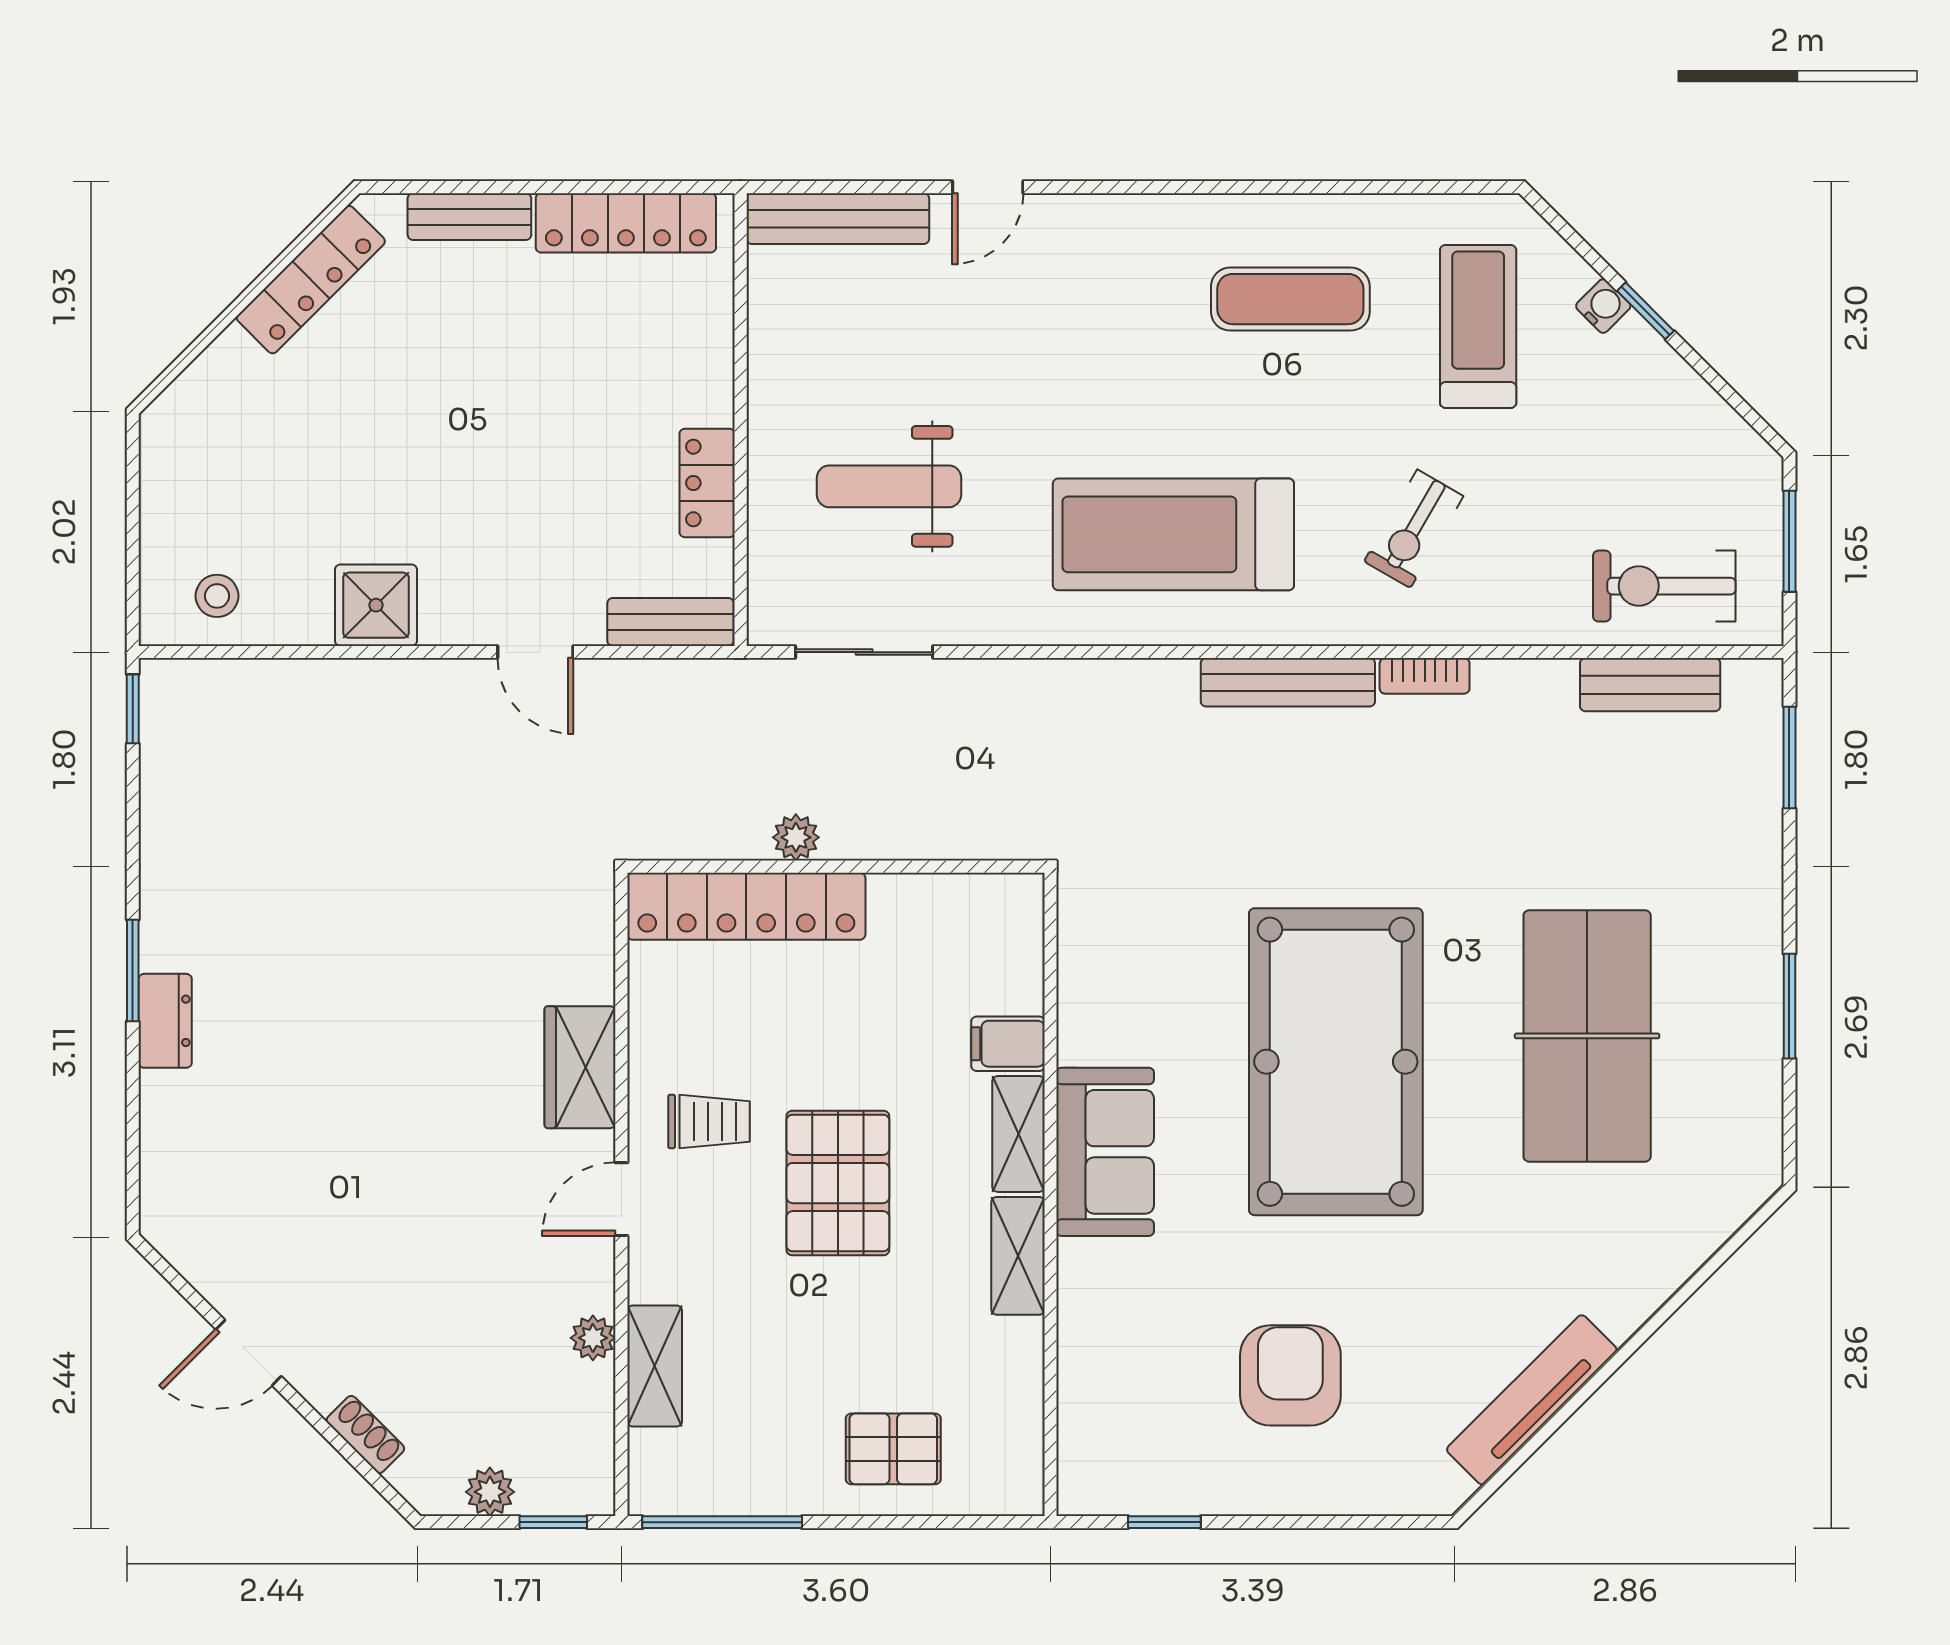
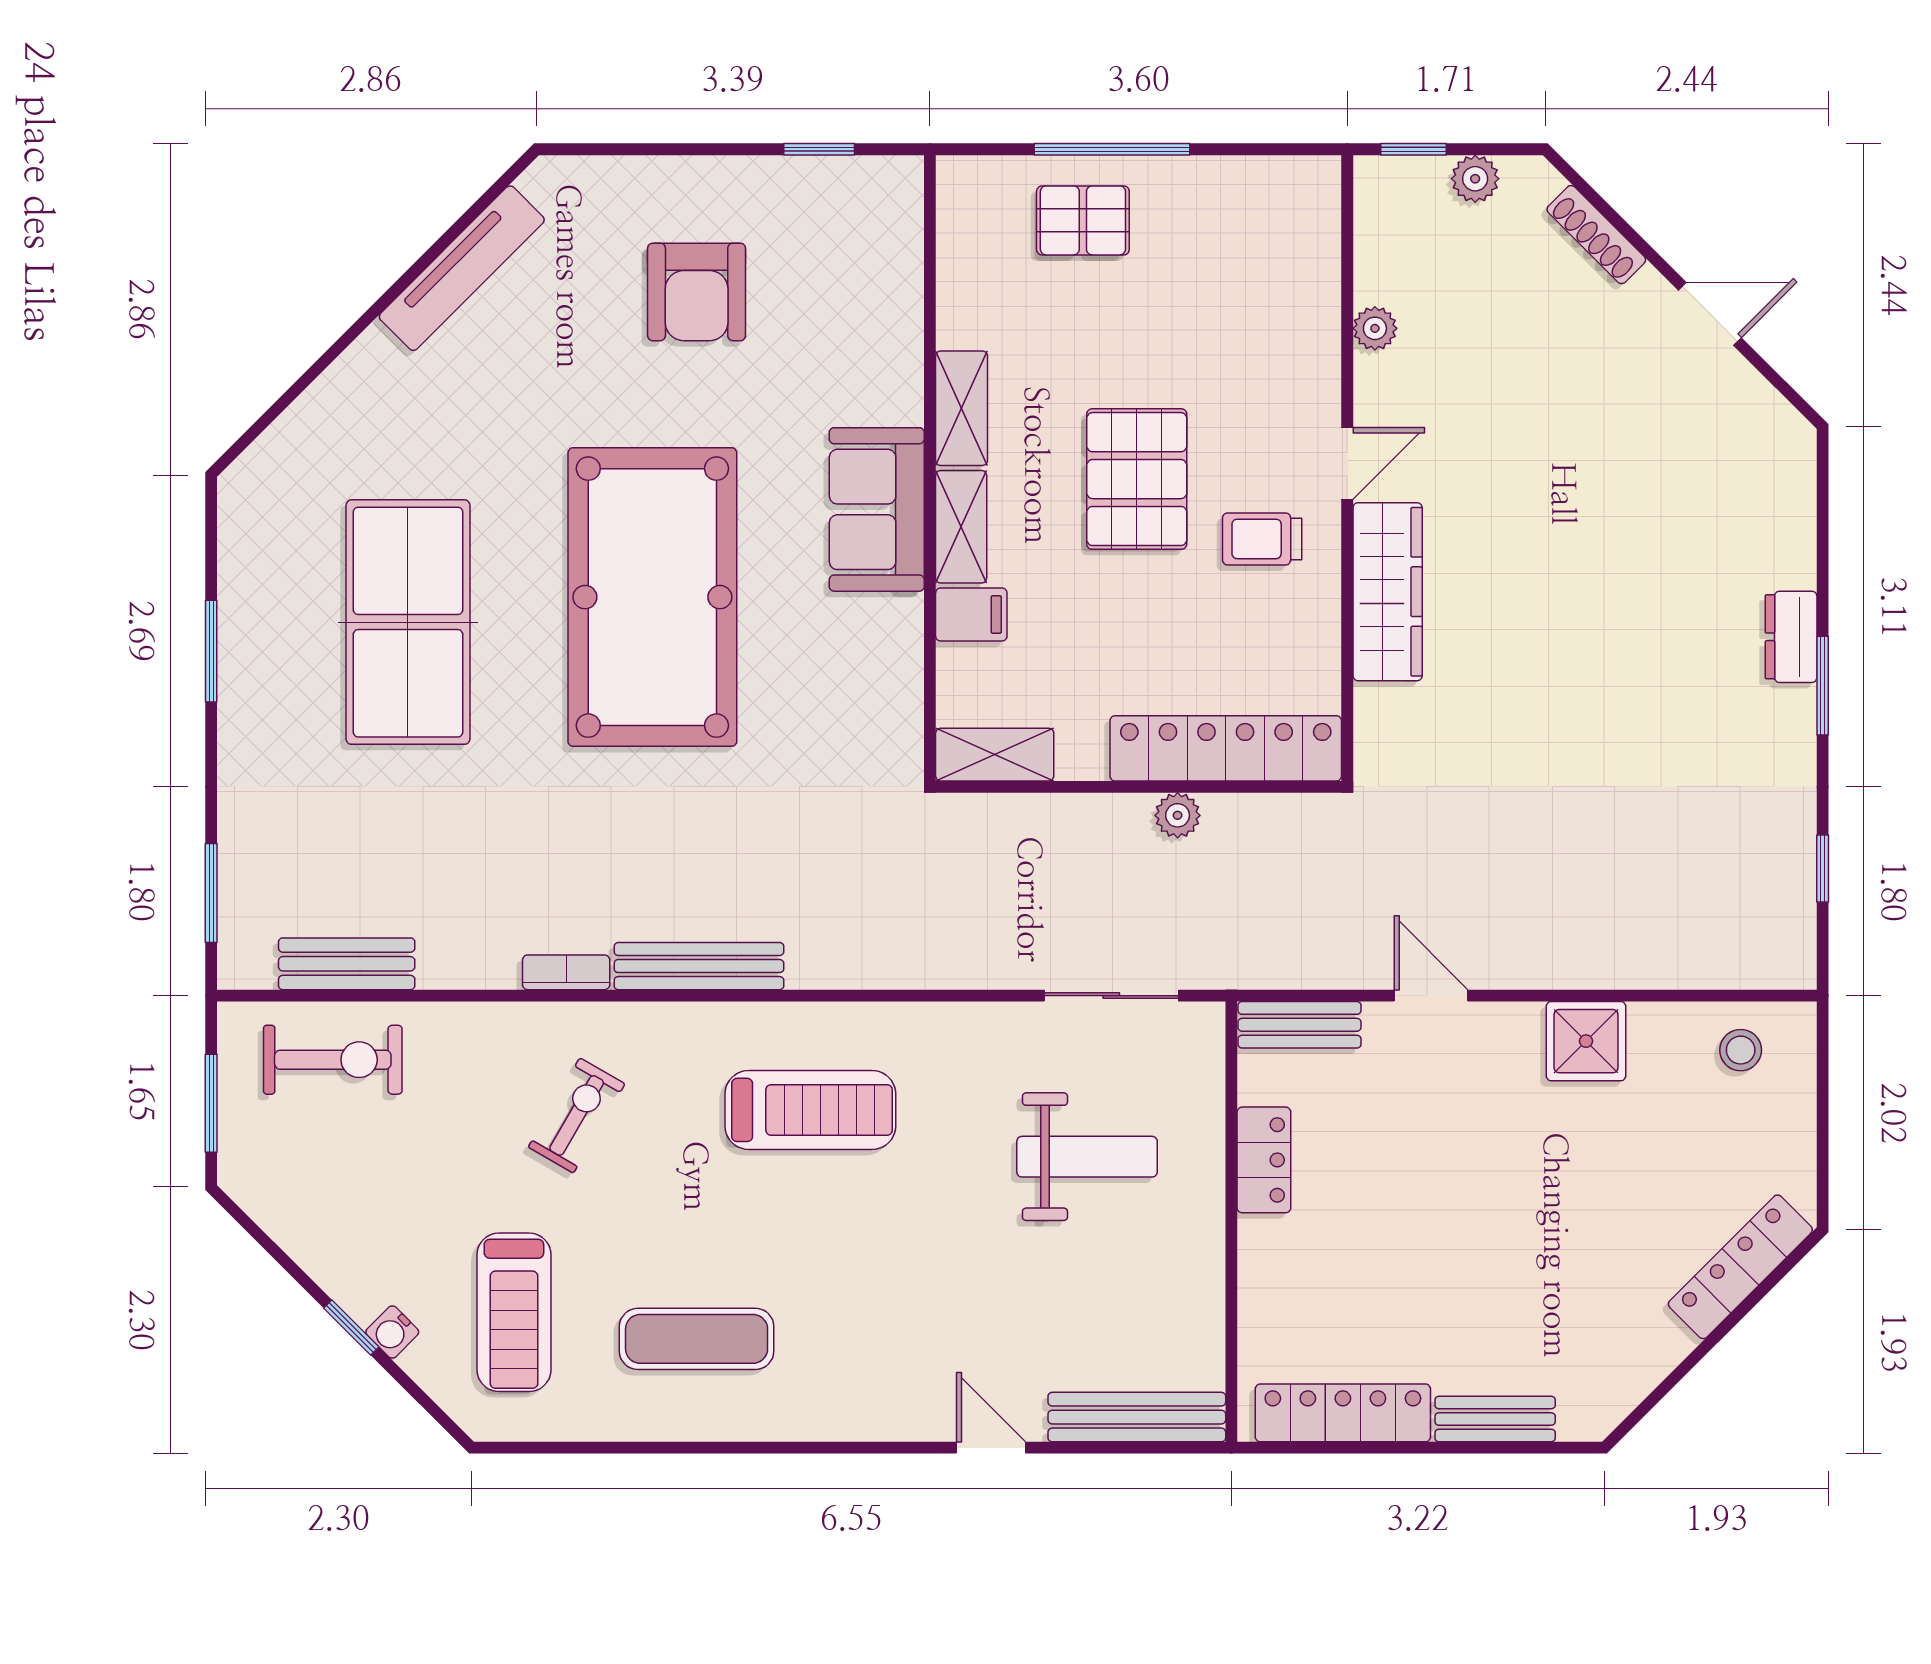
door: (988, 187) -> (991, 1448), hinge flipped
locker: (311, 280) -> (1740, 1267), moved
treadmill: (1173, 534) -> (810, 1110), width x0.73, depth x0.73
window: (133, 709) -> (1823, 868), moved
wardrobe: (580, 1067) -> (1388, 592), width x1.50
shelving: (655, 1366) -> (995, 755), moved, turned 90
shoe rack: (365, 1434) -> (1596, 235), width x1.43
window: (722, 1522) -> (1112, 149), moved

